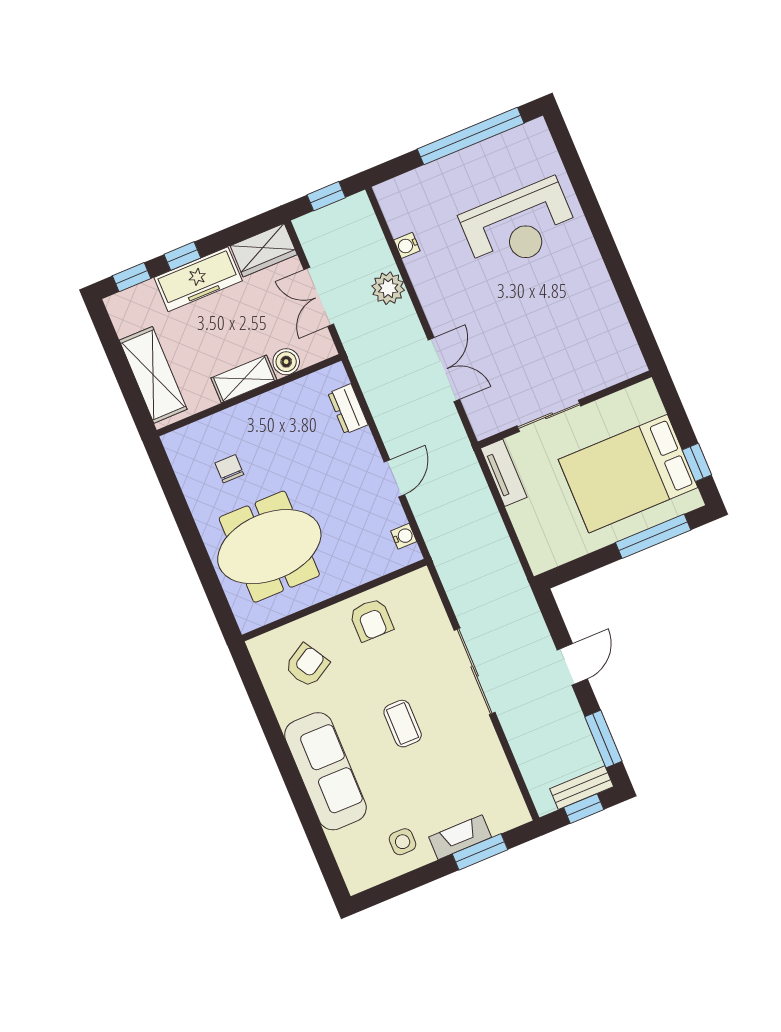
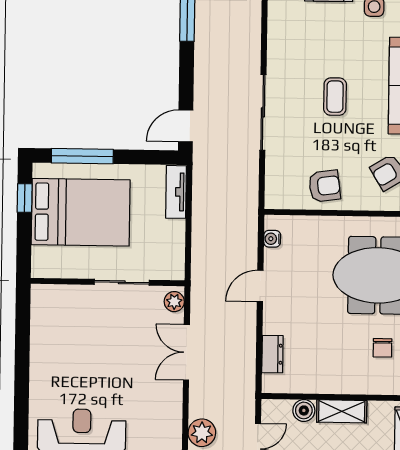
plant: (482, 420) -> (174, 302), added
tv unit: (504, 473) -> (176, 192), moved
armchair: (371, 620) -> (324, 186), turned 82
door: (572, 664) -> (186, 126), moved

